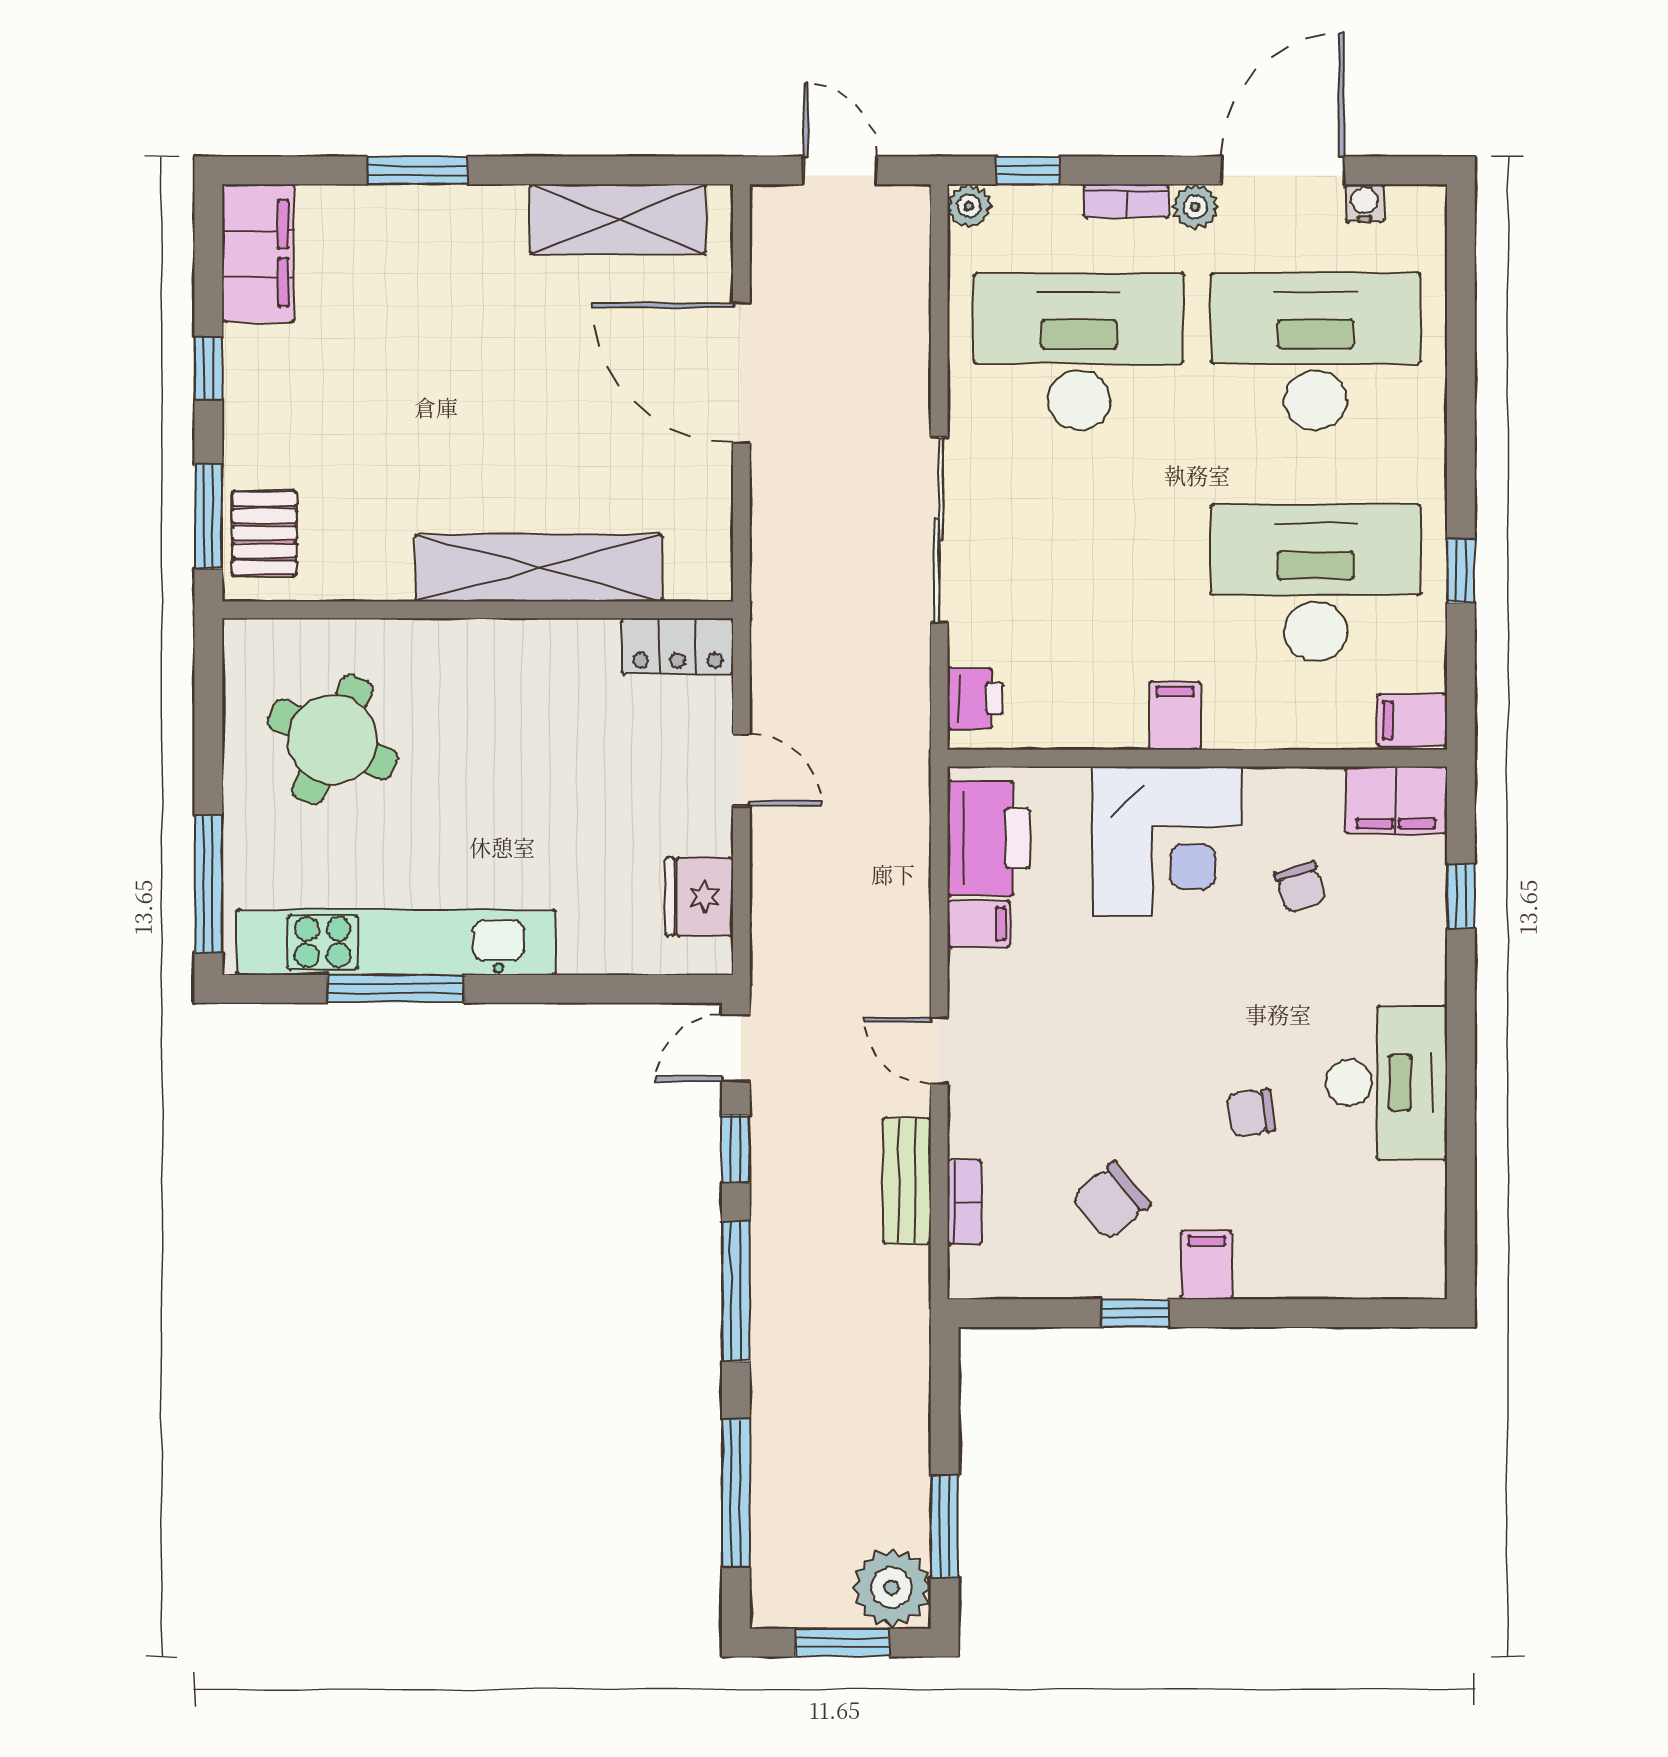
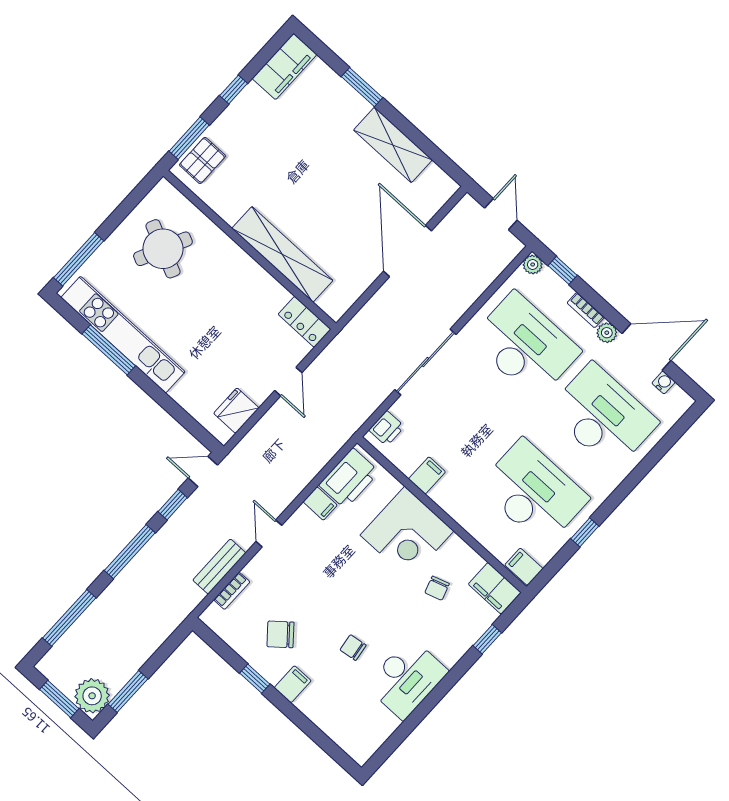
shelving: (618, 219) -> (393, 145), moved
filing cabinet: (1175, 716) -> (427, 475), moved

